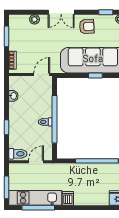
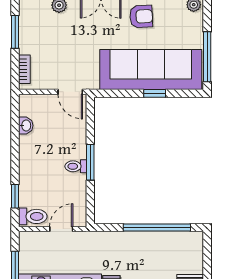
door: (42, 74) -> (70, 92), swing flipped
window: (54, 119) -> (90, 162), width x0.47
window: (6, 127) -> (15, 196), moved

